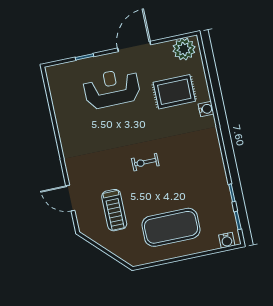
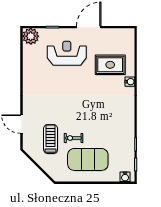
plant: (184, 49) -> (31, 36), moved
exercise bike: (145, 162) -> (74, 138), moved
treadmill: (114, 210) -> (51, 139), turned 180

